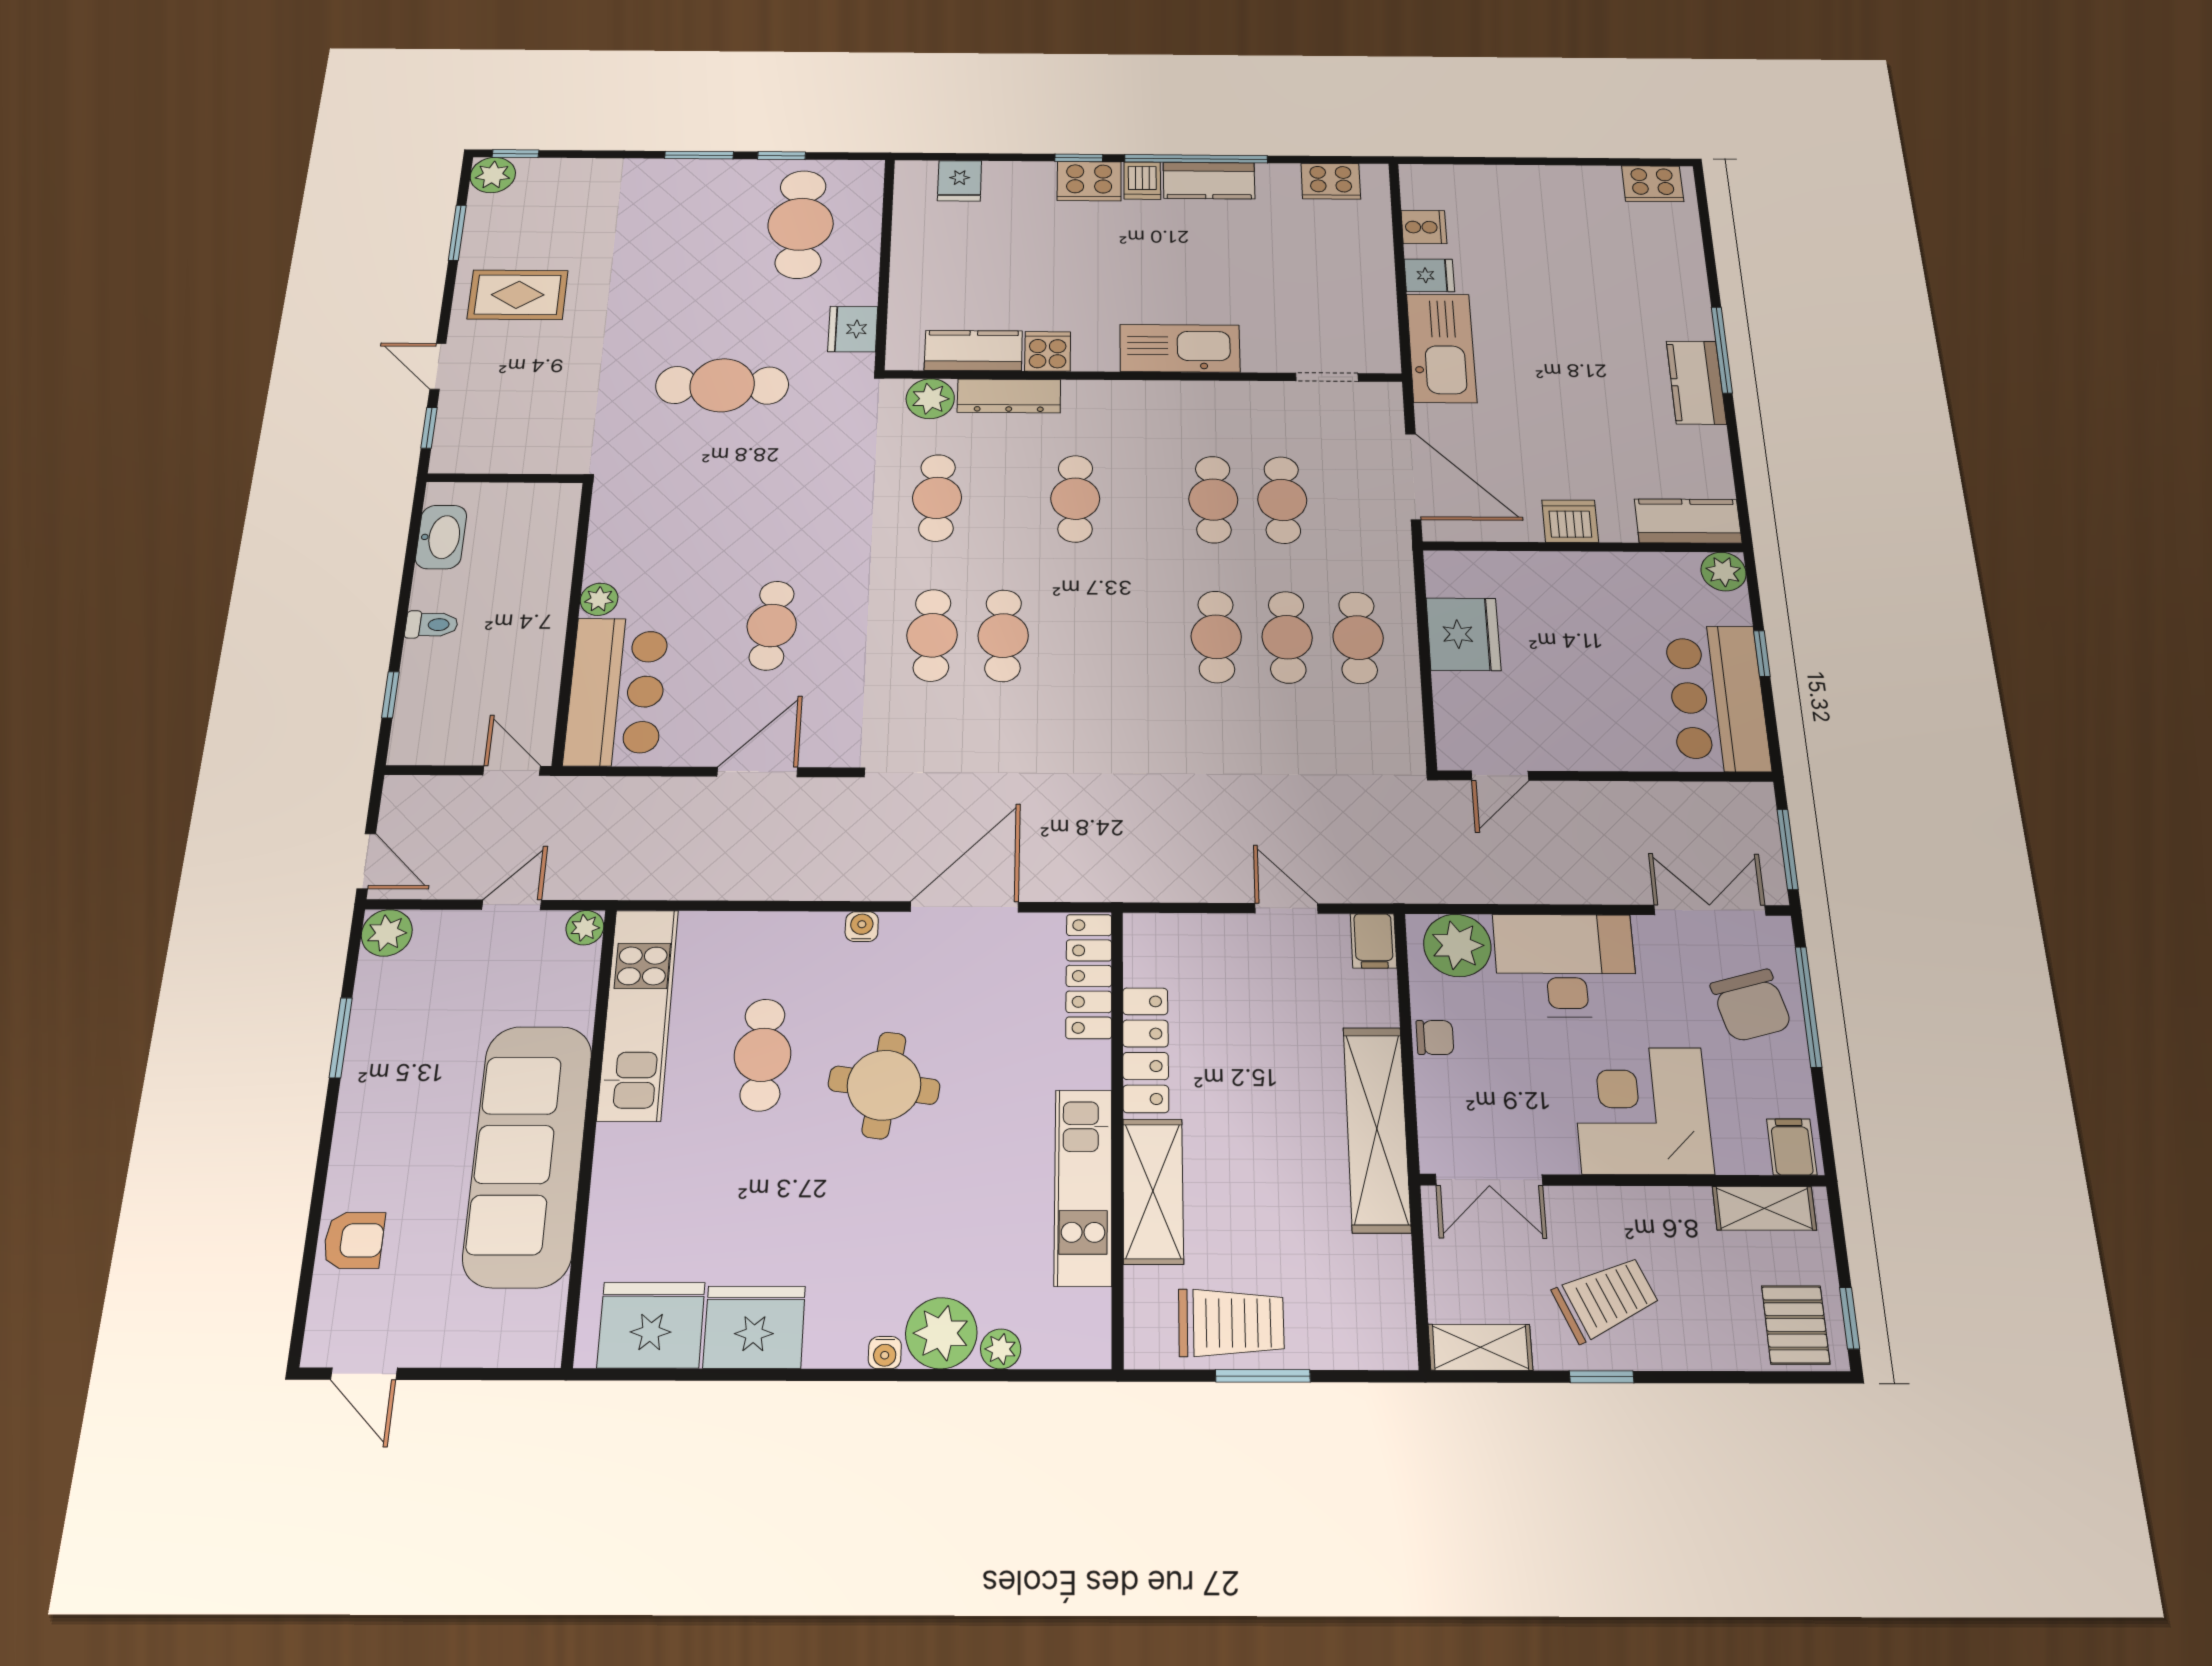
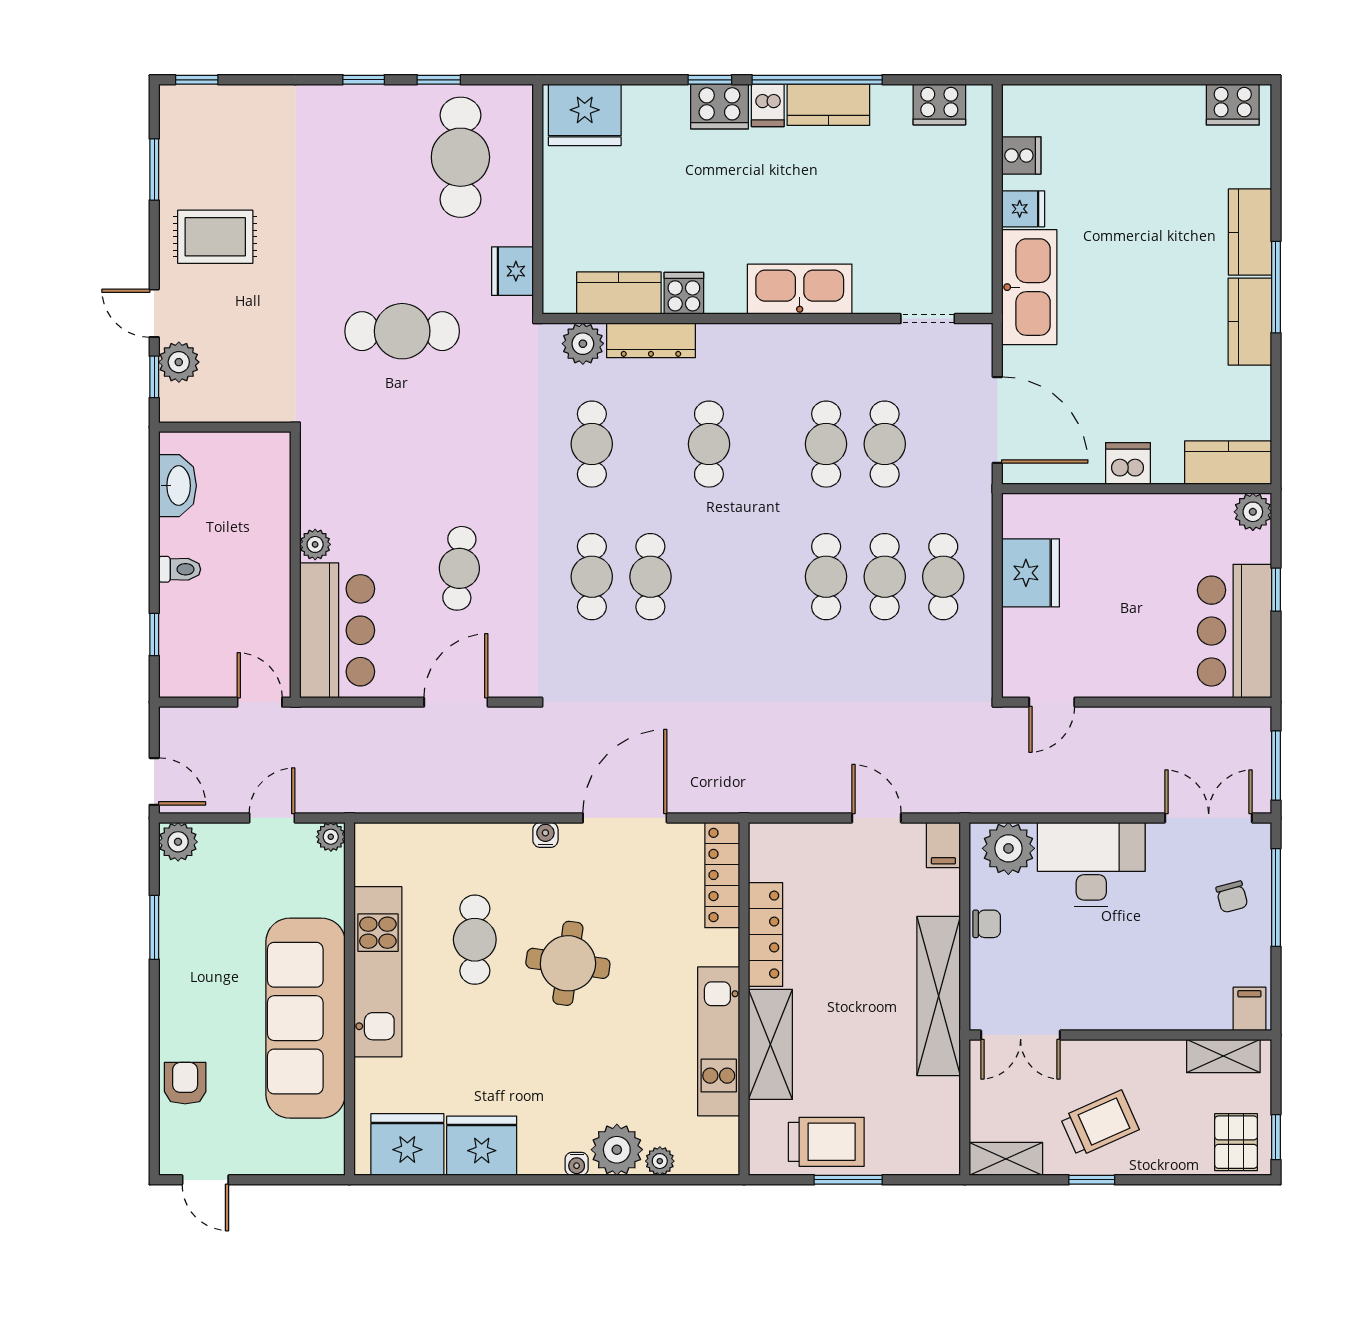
window: (699, 155) -> (364, 80), width x0.67
plant: (493, 175) -> (179, 362), moved
fridge: (960, 181) -> (585, 115), width x1.88, depth x1.34
kitchen counter: (1686, 298) -> (1250, 232), added
chair: (1751, 1005) -> (1232, 897), width x0.54, depth x0.54
kitchen unit: (638, 1014) -> (378, 972), moved
corner desk: (1642, 1110) -> (1140, 981), removed
armchair: (354, 1240) -> (185, 1083), turned -90

